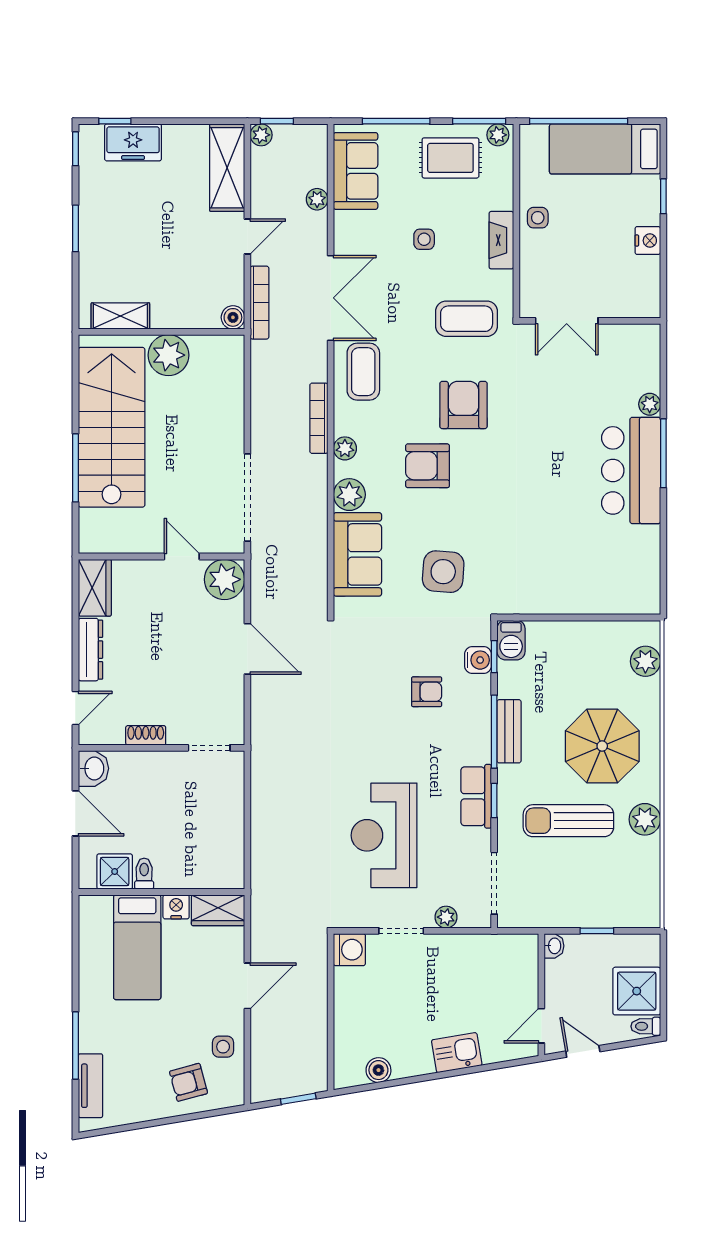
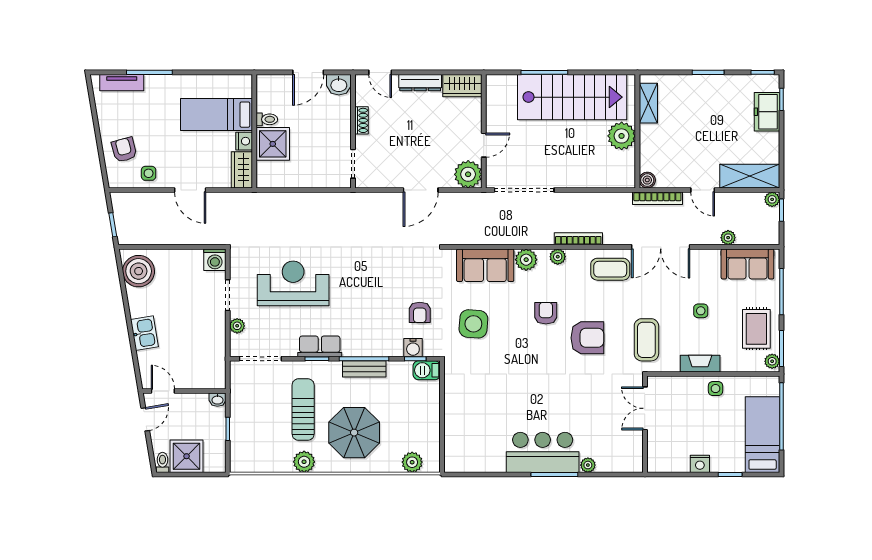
armchair: (428, 466) -> (546, 313), width x0.72, depth x0.72
armchair: (427, 692) -> (420, 312), moved
shower: (115, 872) -> (273, 144), moved, width x1.36, depth x1.36
boiler: (378, 1070) -> (139, 271), width x1.86, depth x1.86

